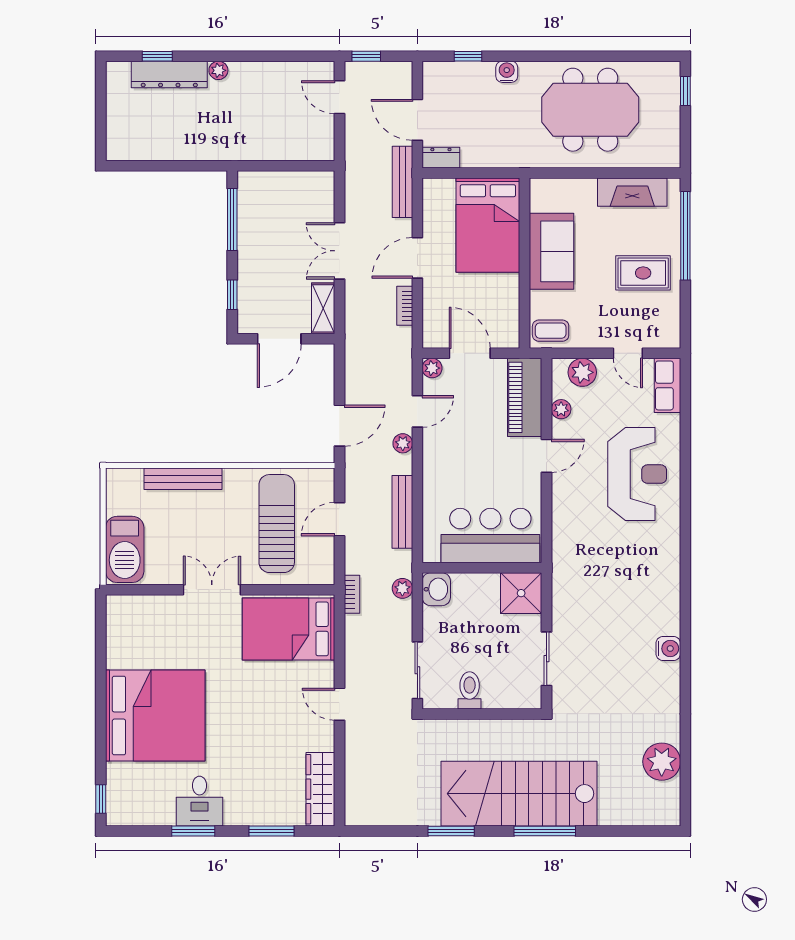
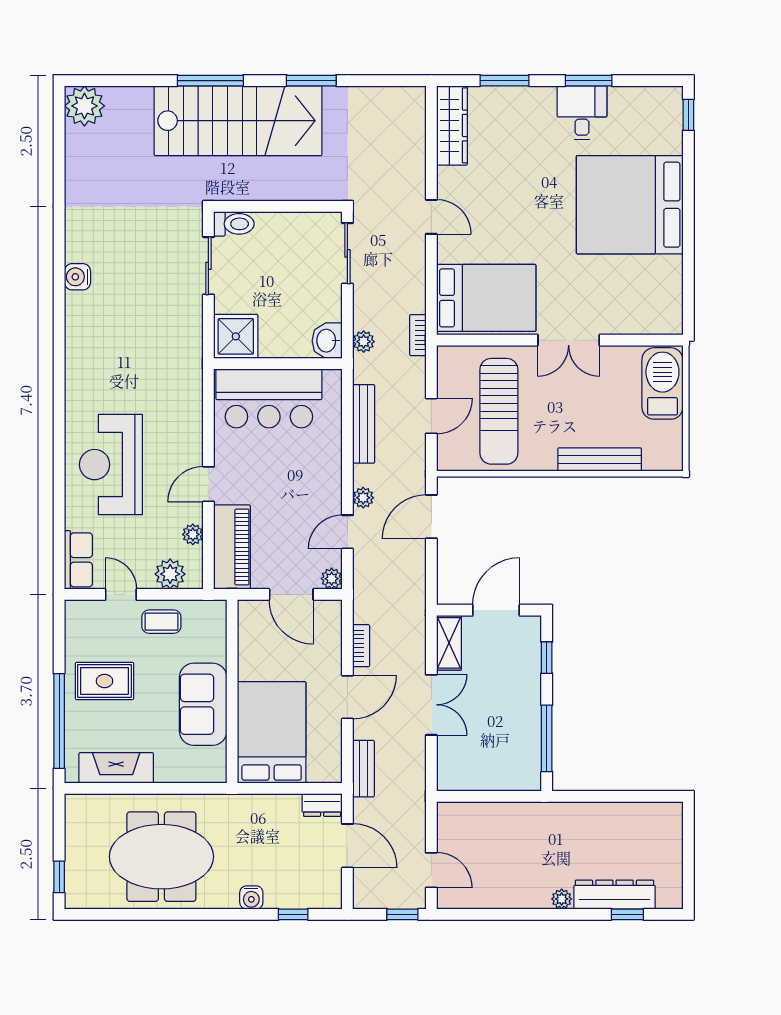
bench: (402, 182) -> (363, 769), width x0.73
coffee table: (551, 331) -> (161, 622), moved
toilet: (470, 690) -> (234, 224), moved, turned -90
plant: (662, 762) -> (84, 106), moved

